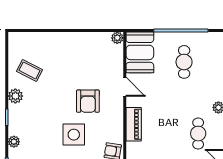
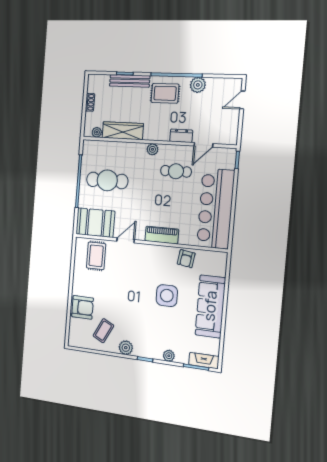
plant: (117, 38) -> (81, 243), removed
rug: (106, 56) -> (96, 256), added
cafe table: (184, 62) -> (107, 180), width x1.37, depth x1.35
armchair: (88, 101) -> (82, 307), moved

